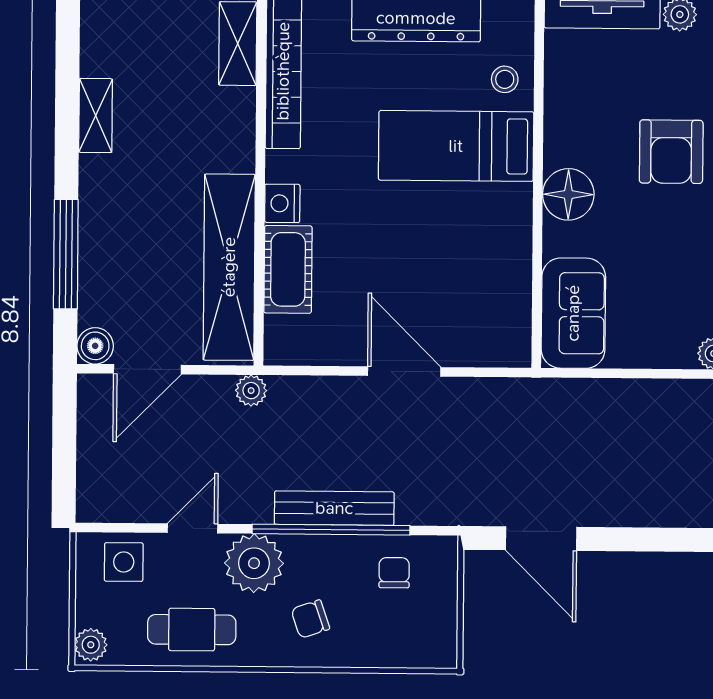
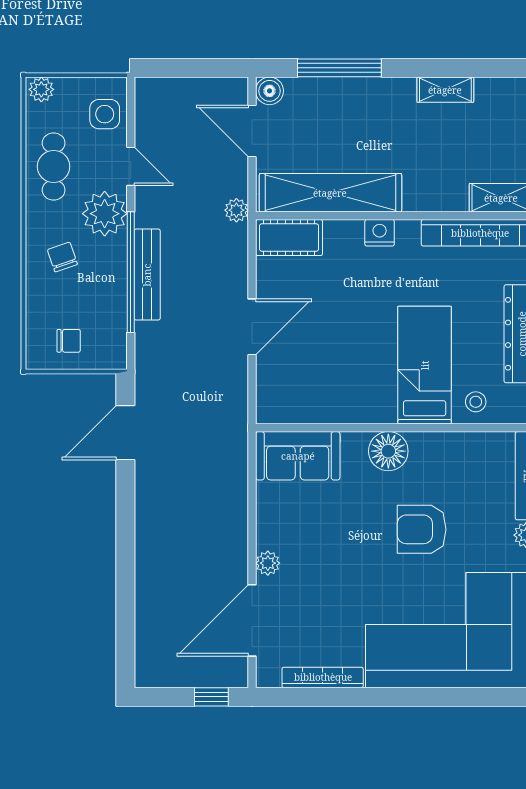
cot: (288, 269) -> (289, 238), moved
chair: (394, 573) -> (69, 341), moved

